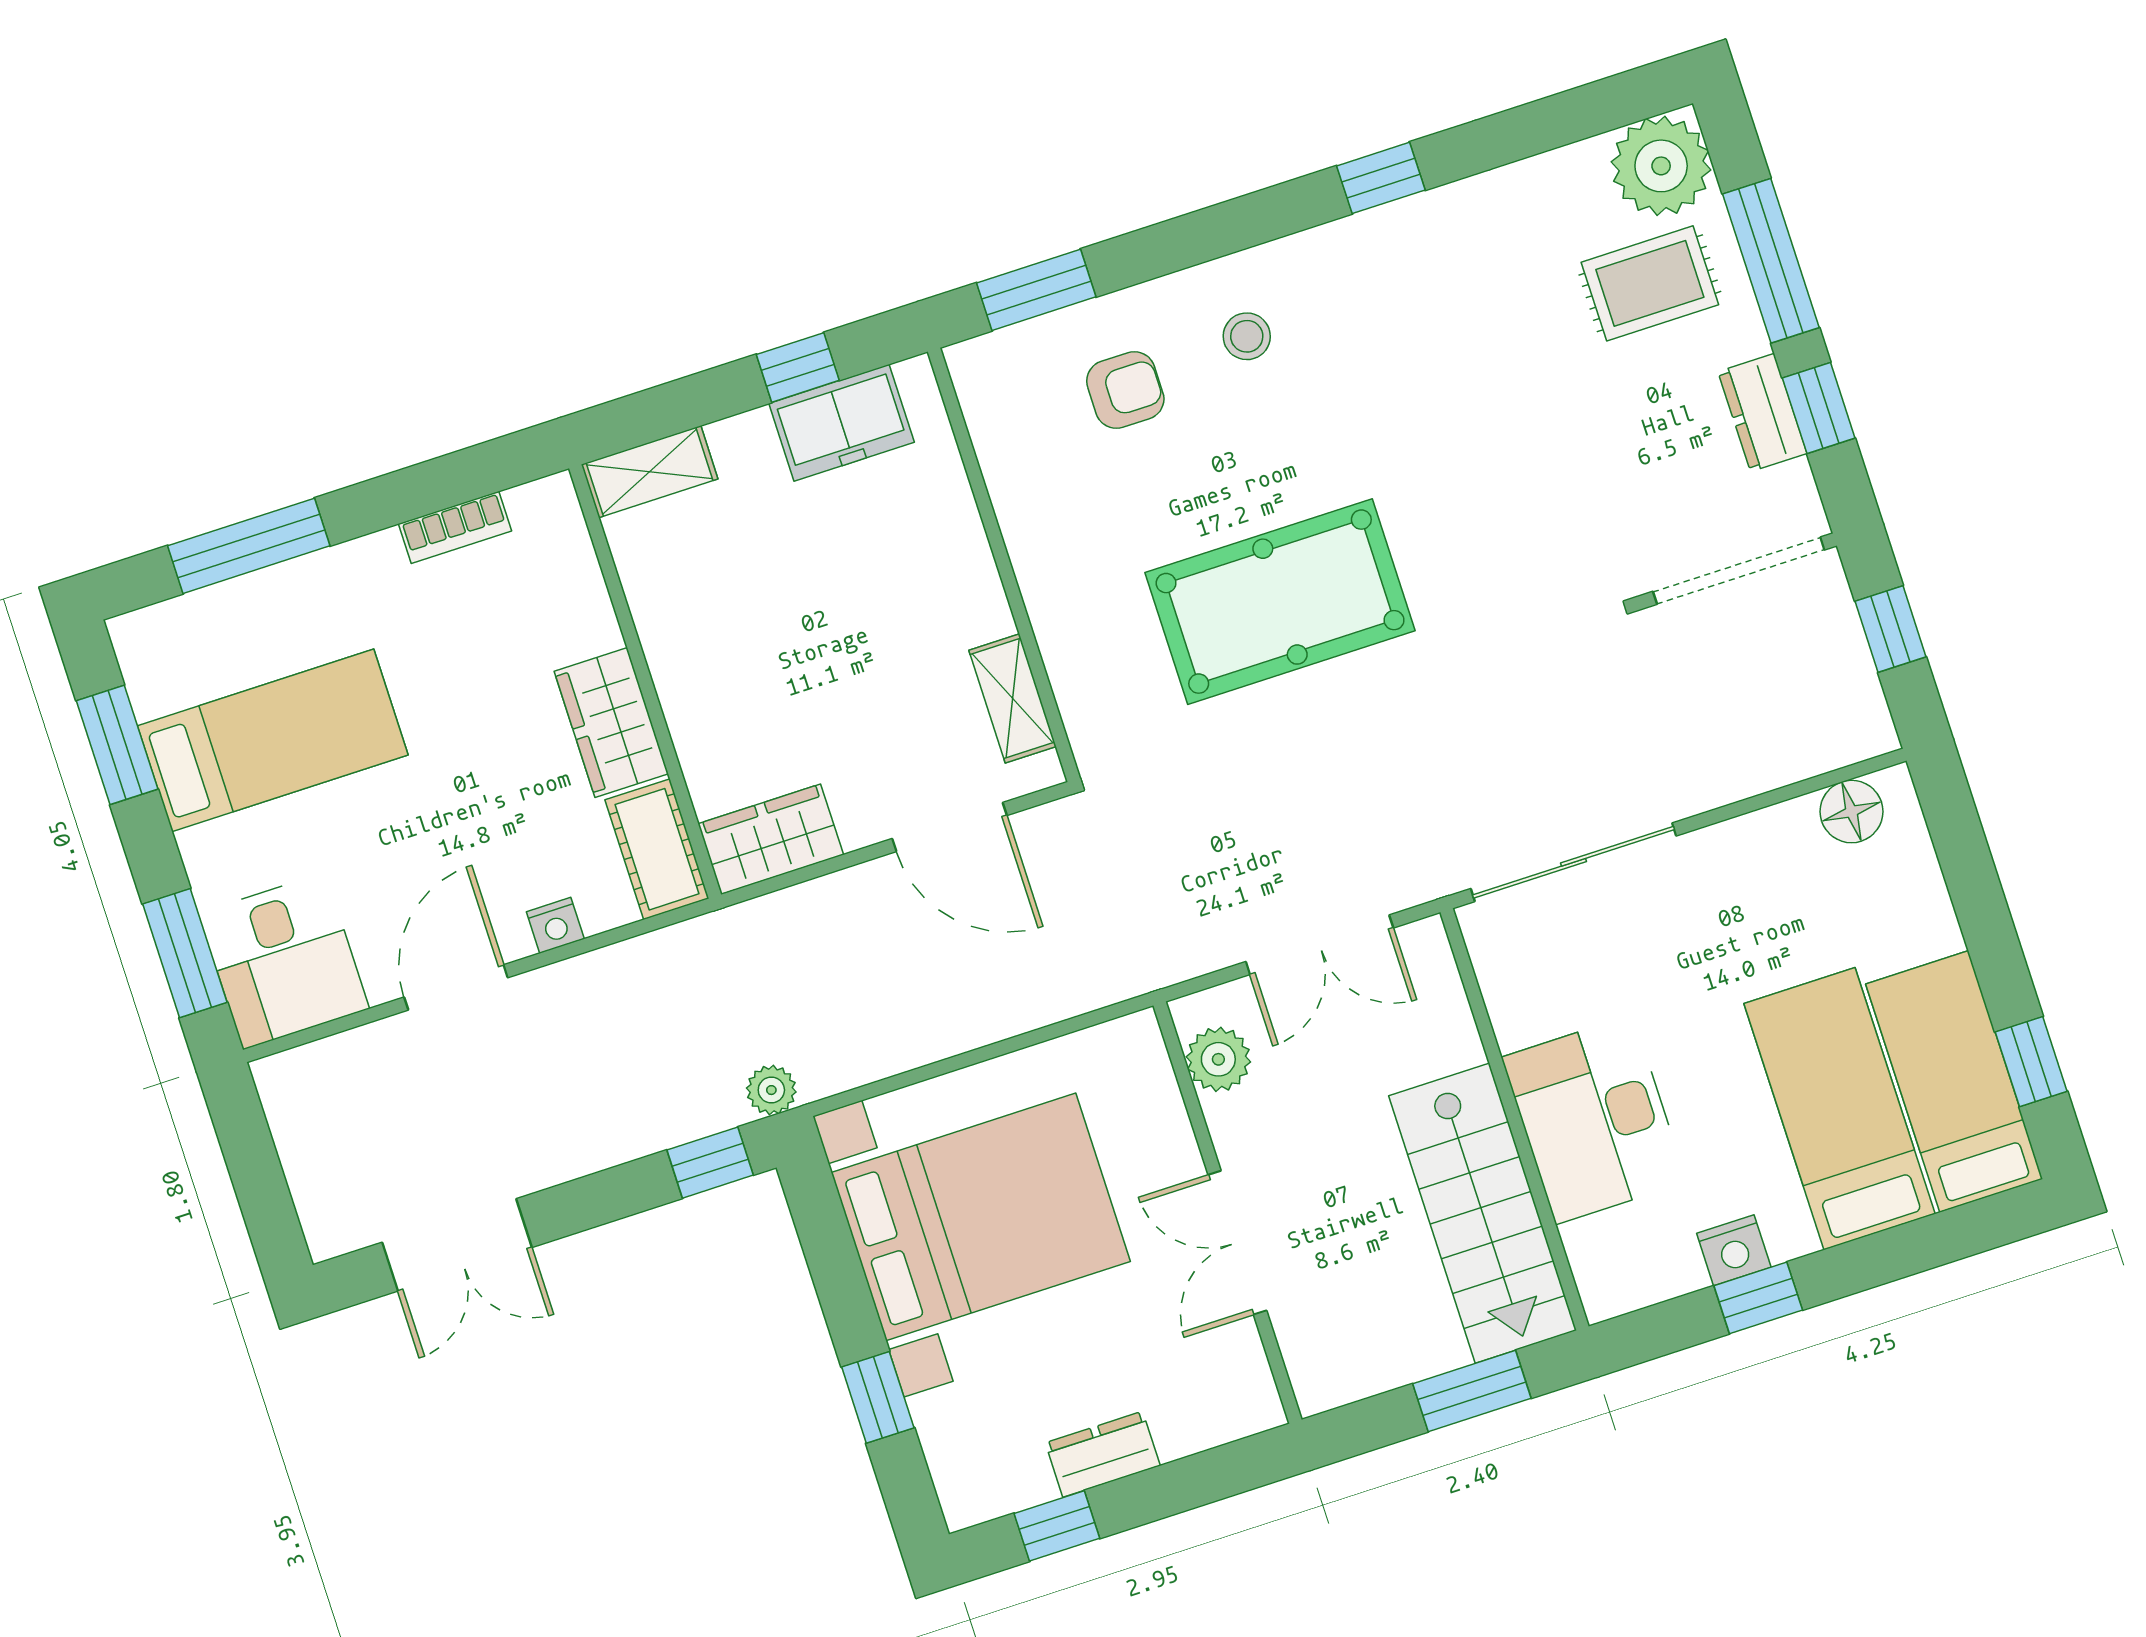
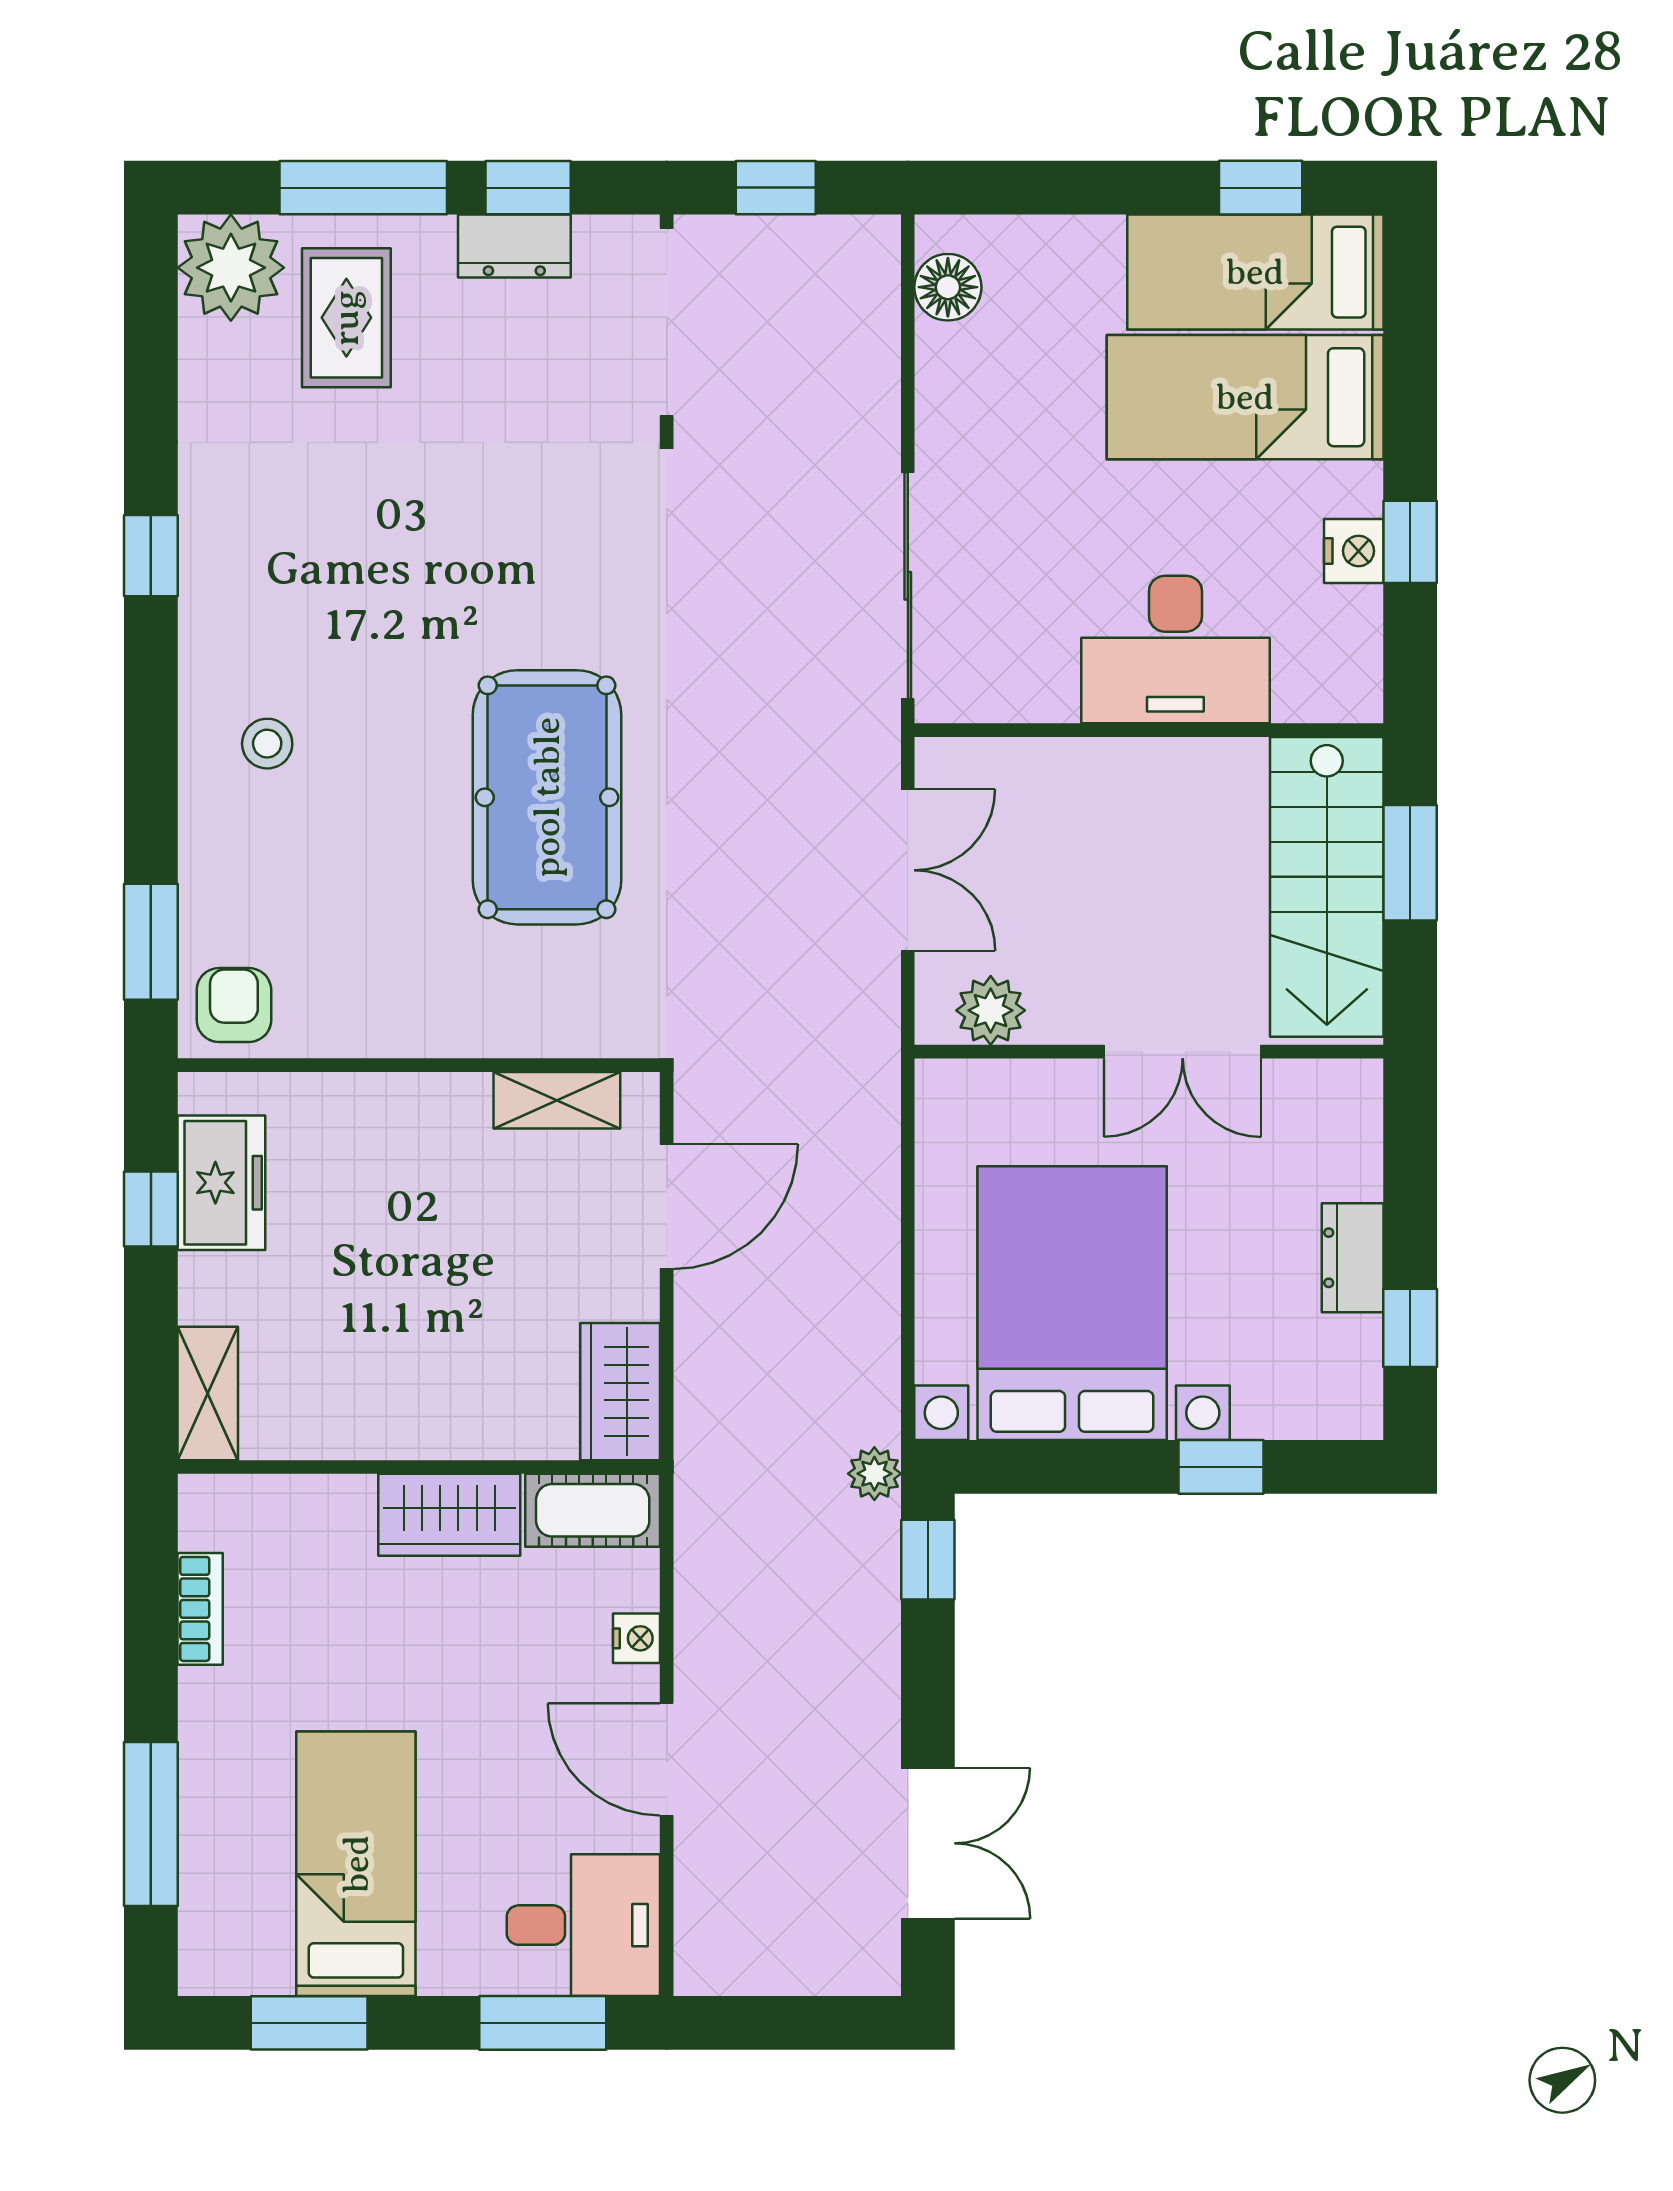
armchair: (1125, 390) -> (234, 1005), moved
stairs: (1482, 1213) -> (1327, 887), moved, turned 90

